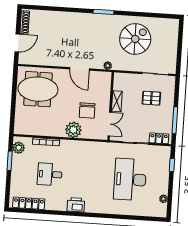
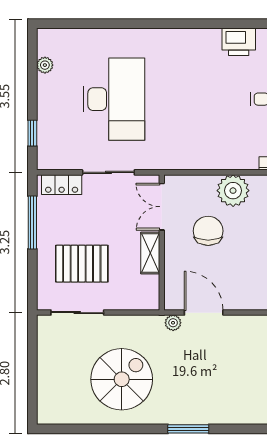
spiral stairs: (135, 39) -> (122, 379), turned 180
door: (79, 69) -> (204, 313), moved
pallet: (151, 98) -> (82, 264), width x1.50, depth x1.42
printer: (76, 205) -> (239, 42), moved

